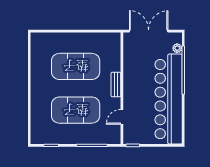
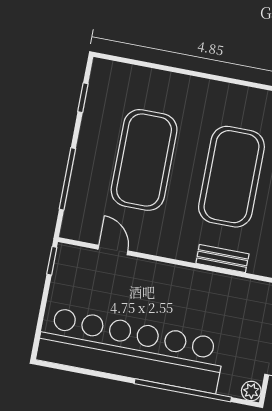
plant: (177, 48) -> (251, 391), moved
bench: (116, 84) -> (222, 259), moved

